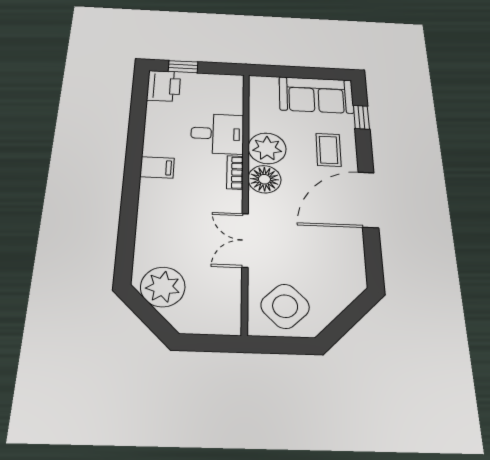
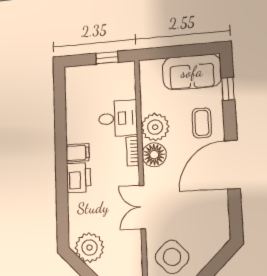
window: (183, 67) -> (107, 58), moved
printer: (164, 86) -> (79, 178), moved

